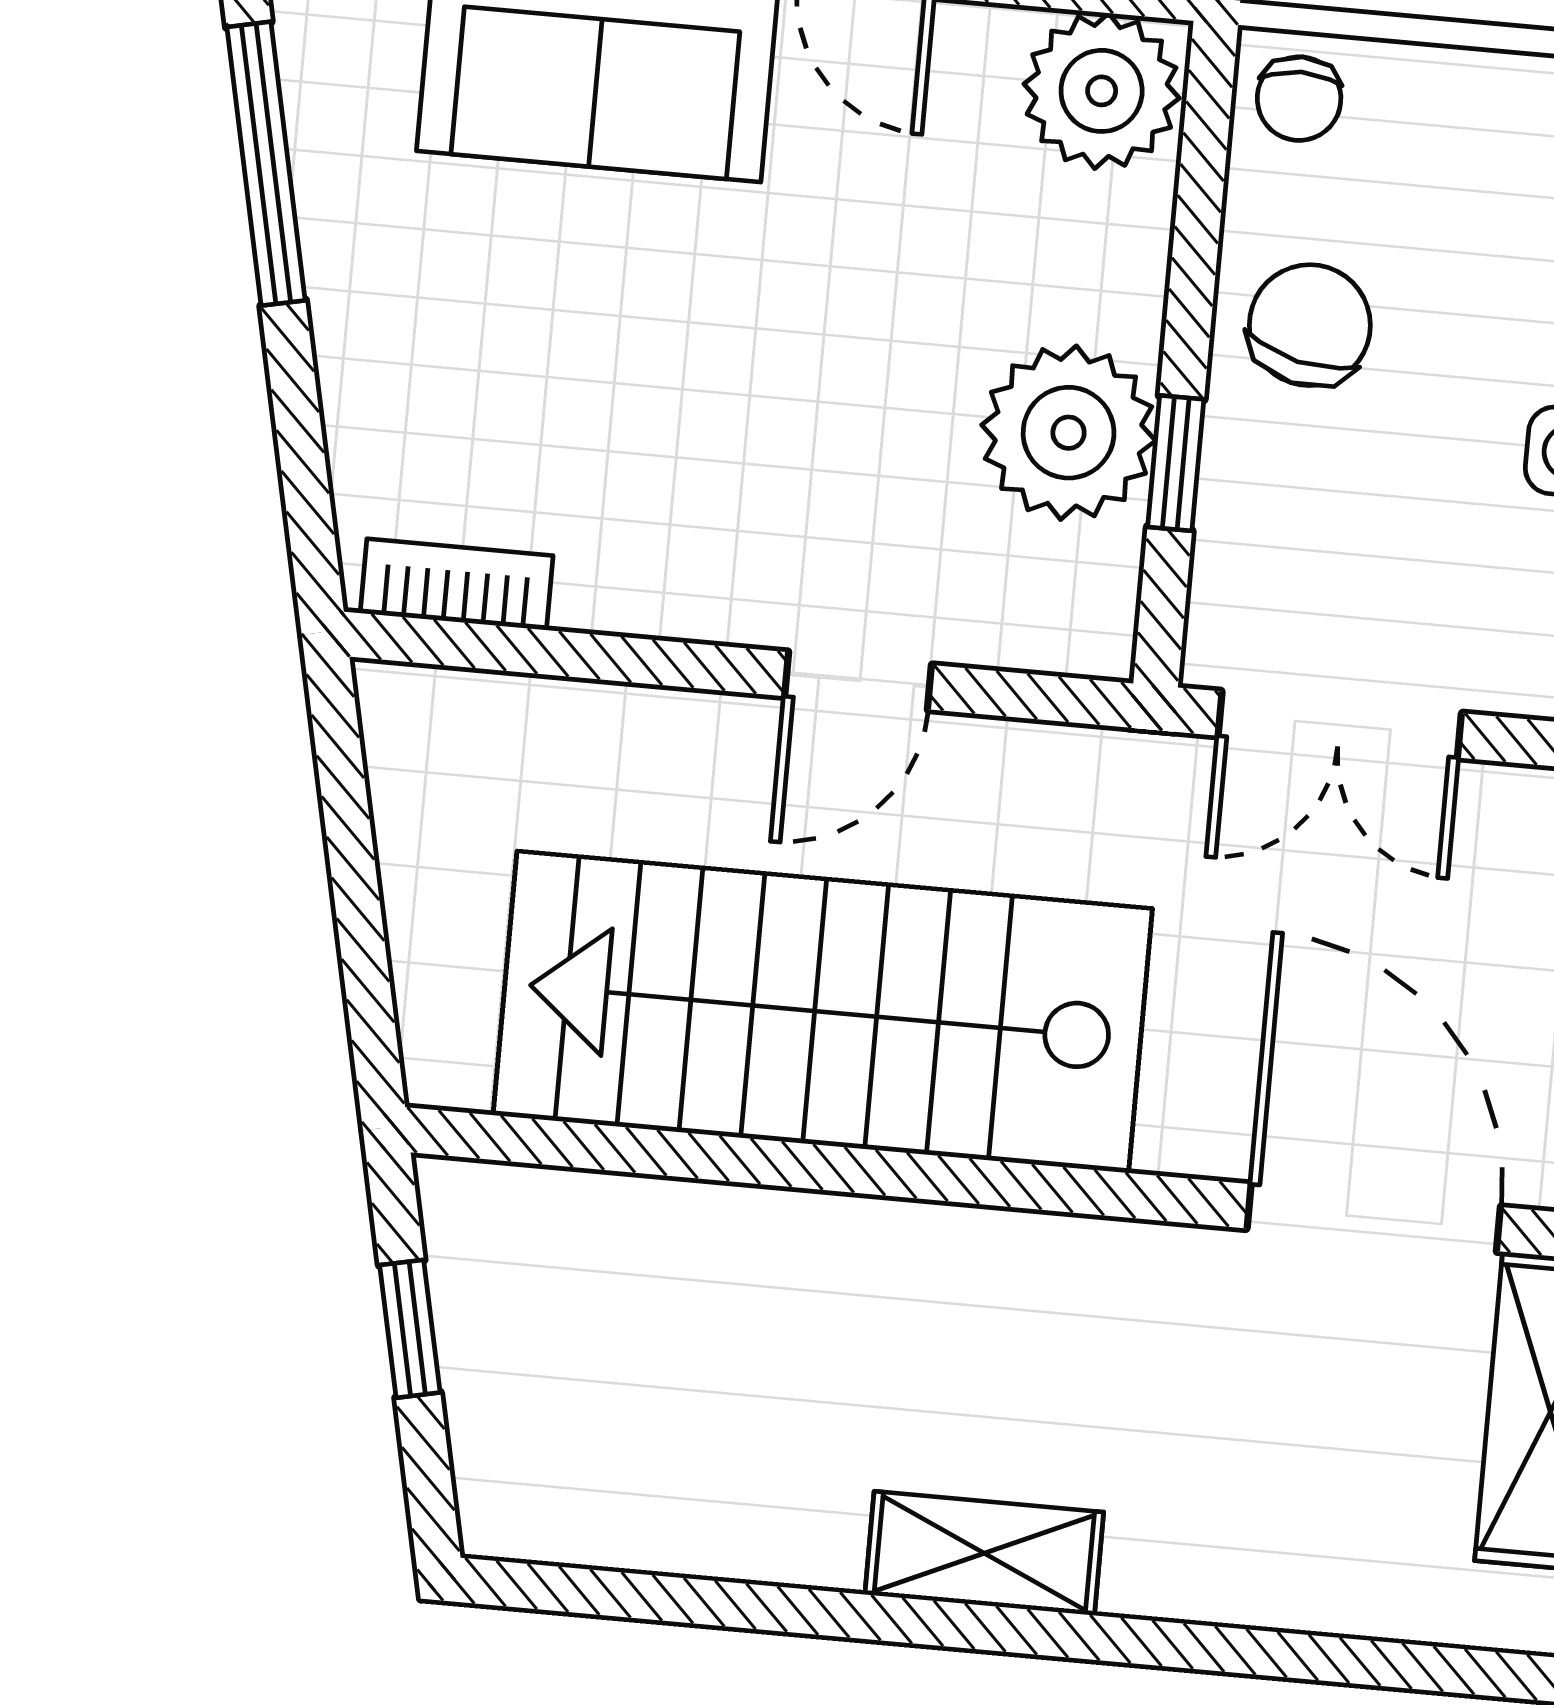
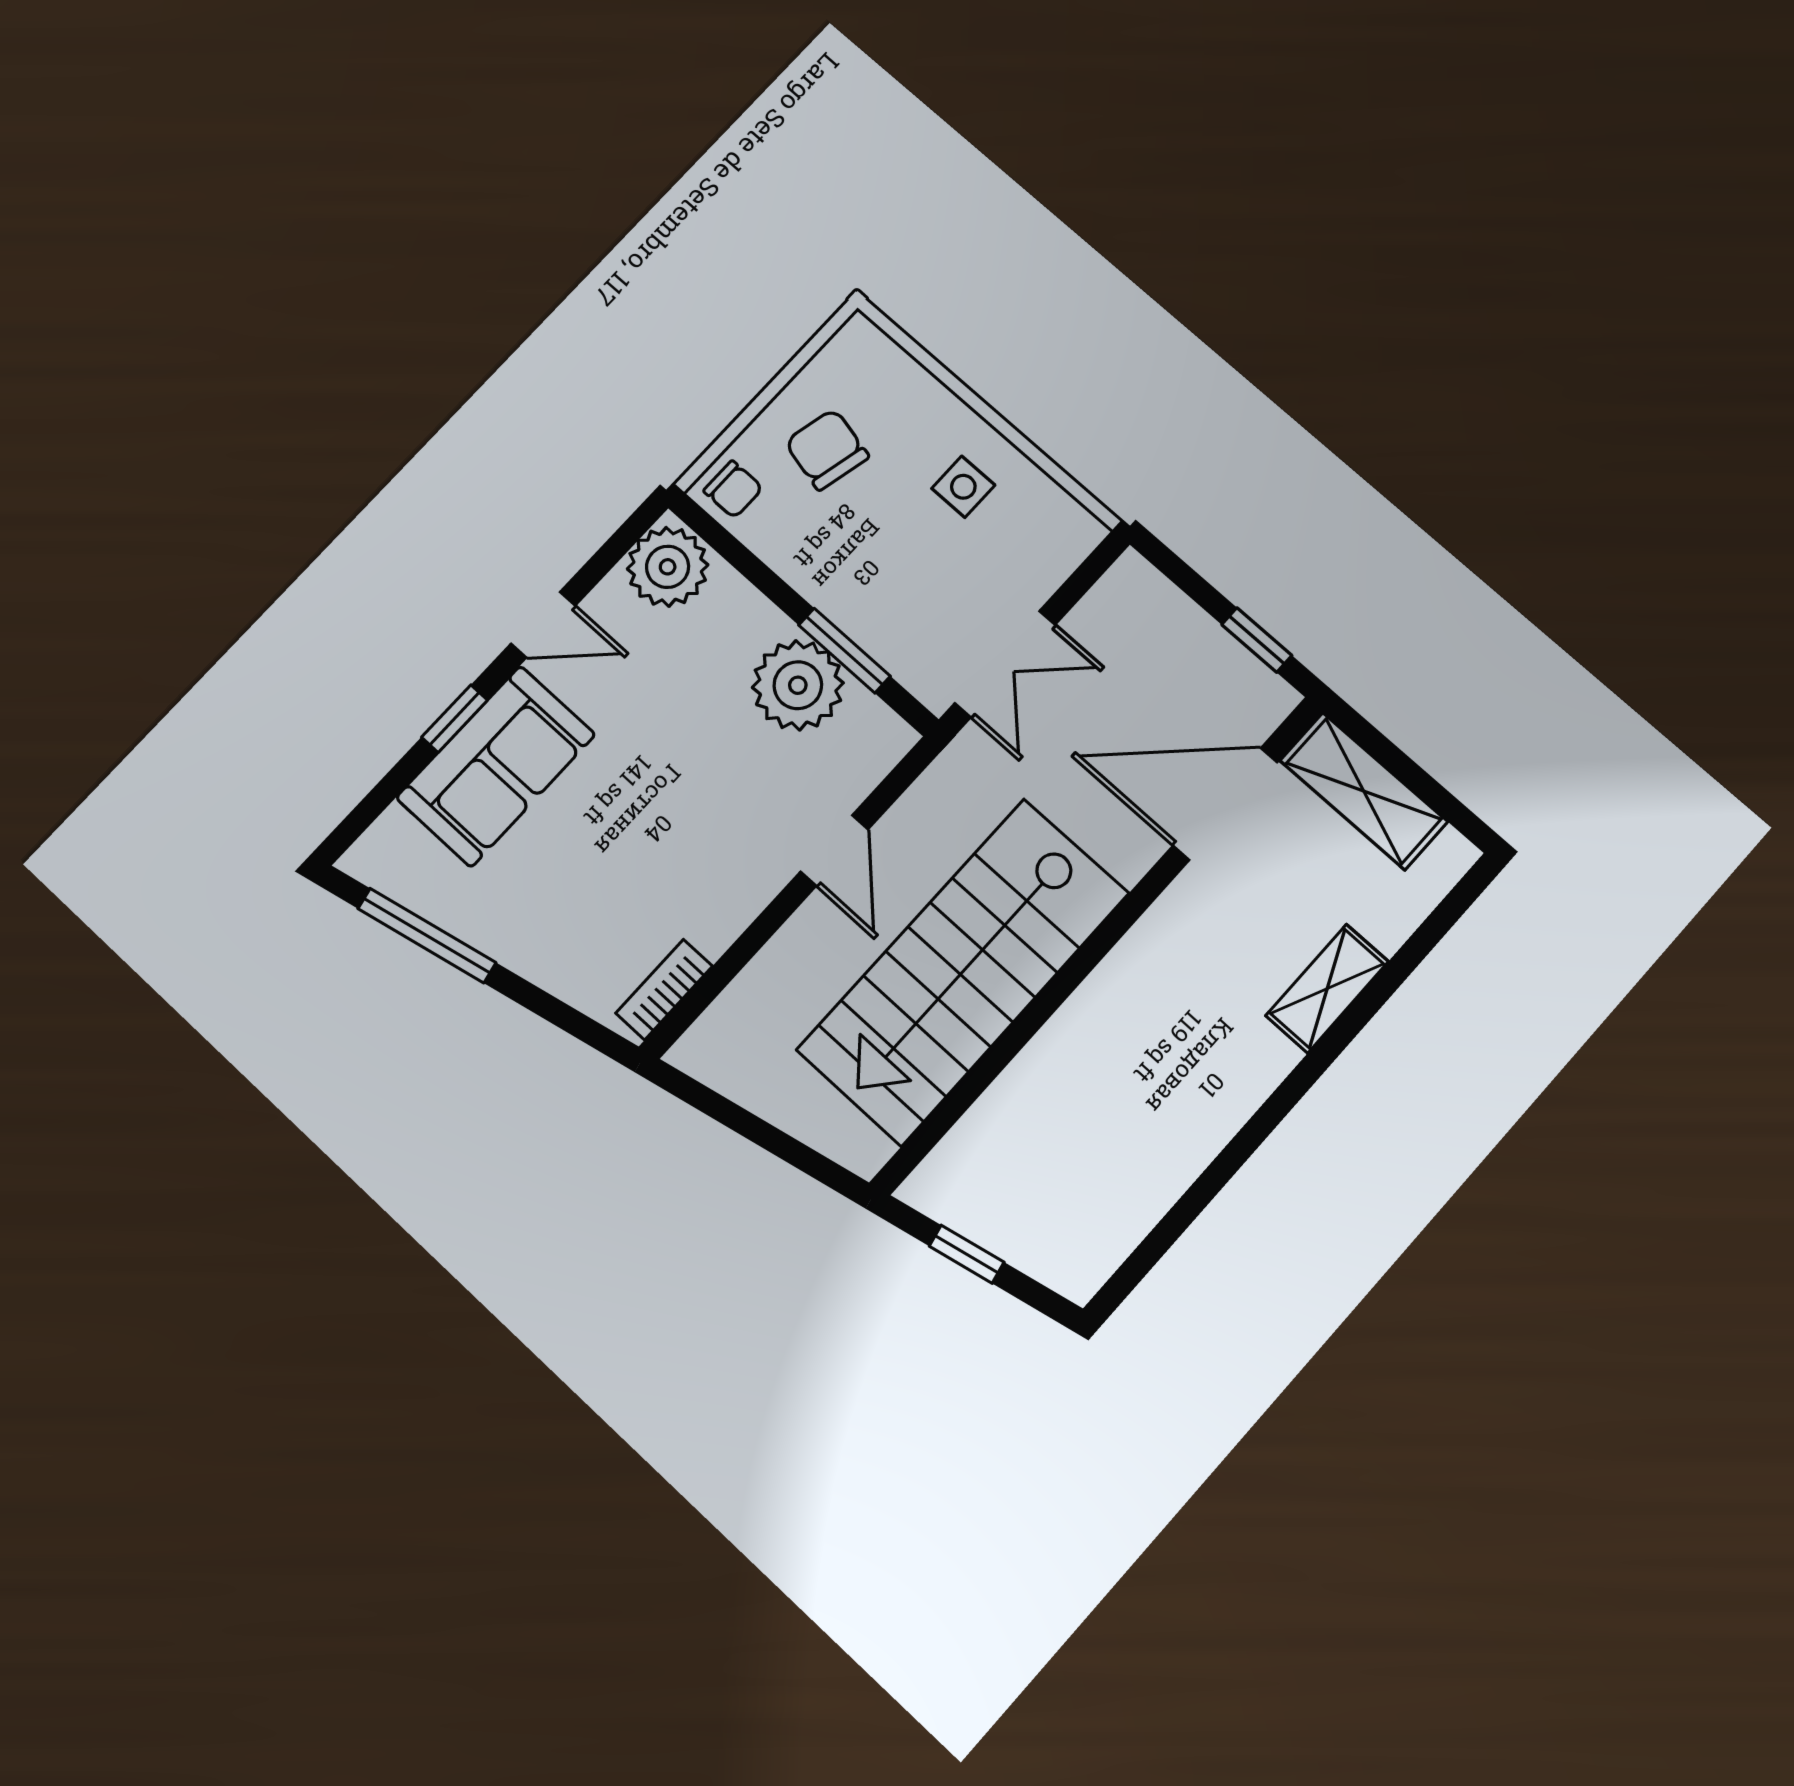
chair: (1310, 325) -> (827, 449), moved
window: (1176, 463) -> (844, 651), width x1.50
shelving: (984, 1553) -> (1327, 989), moved

